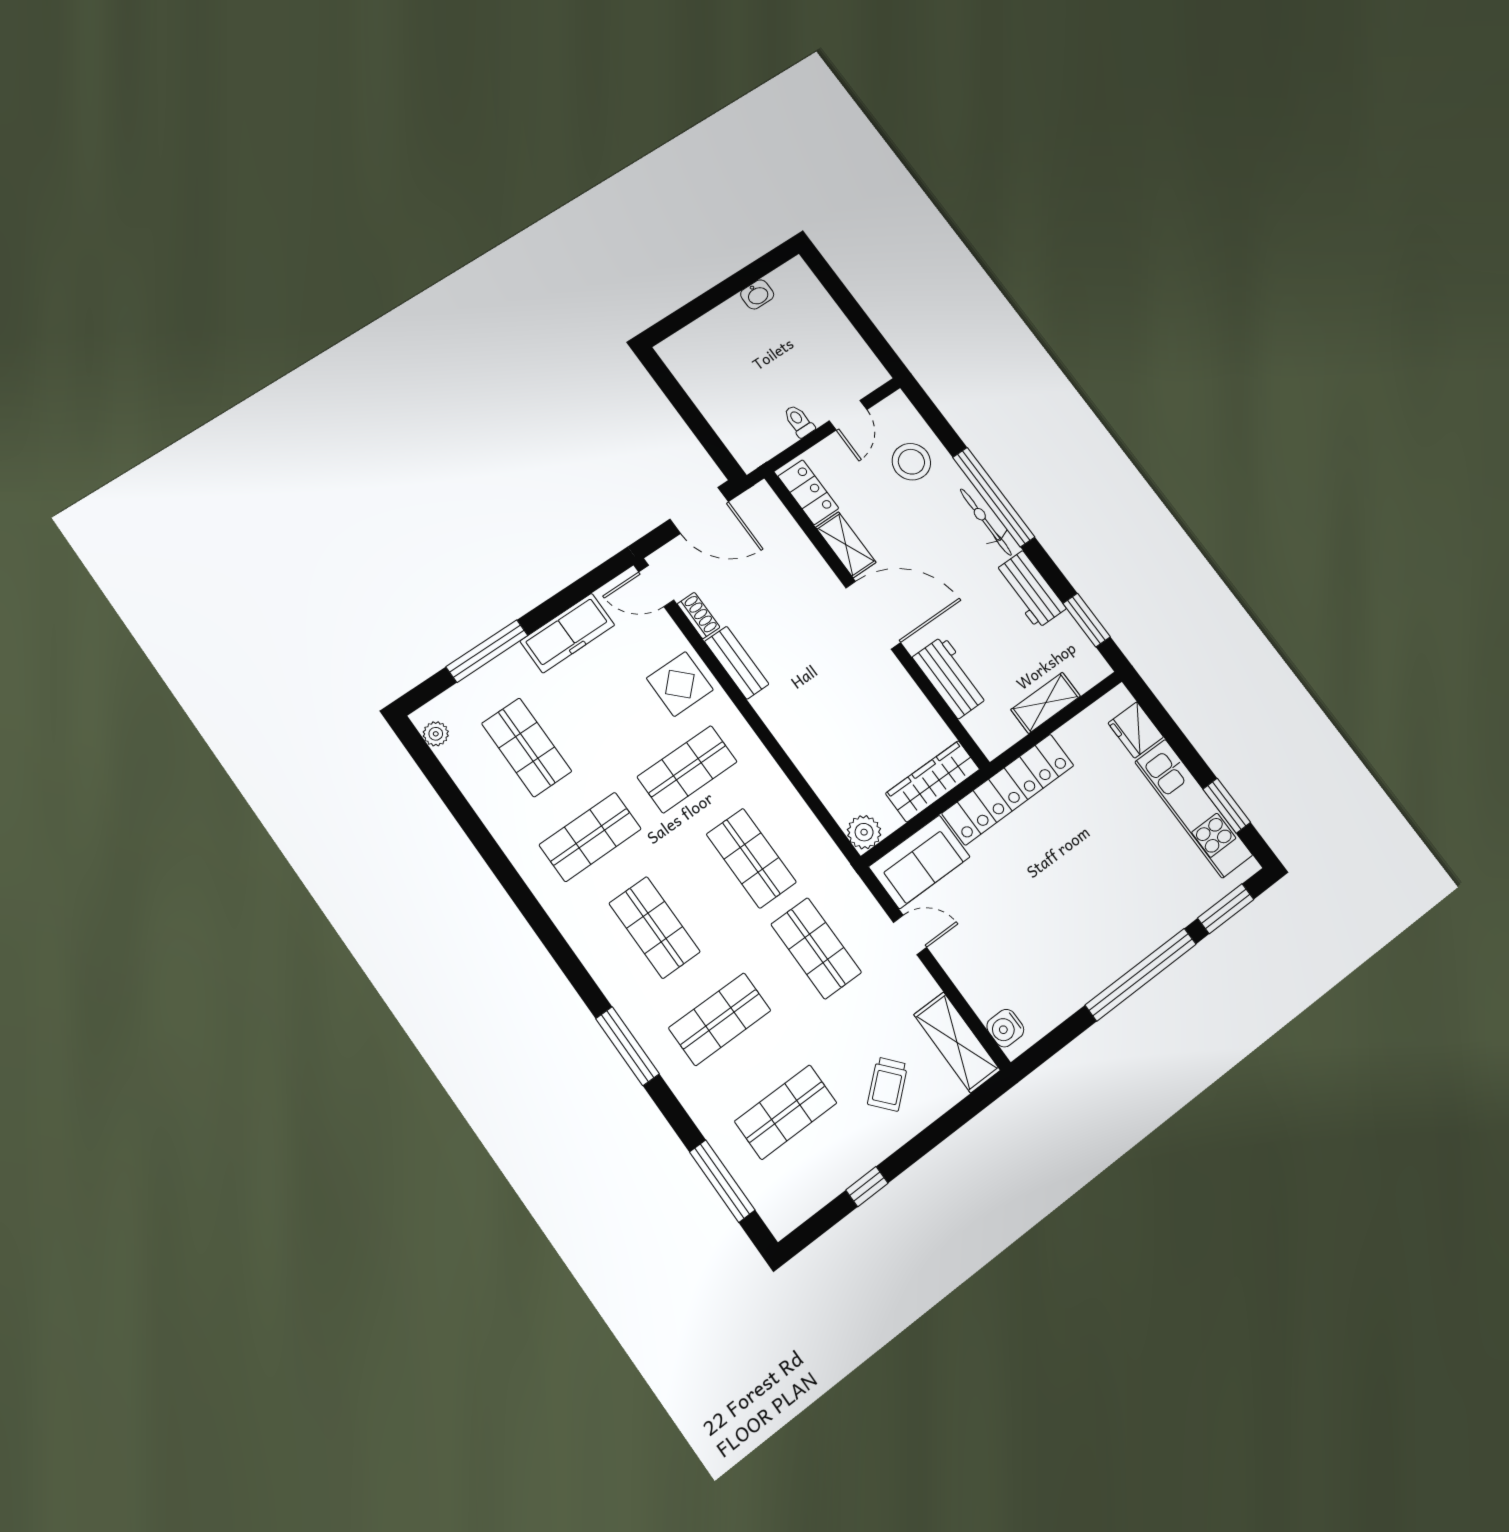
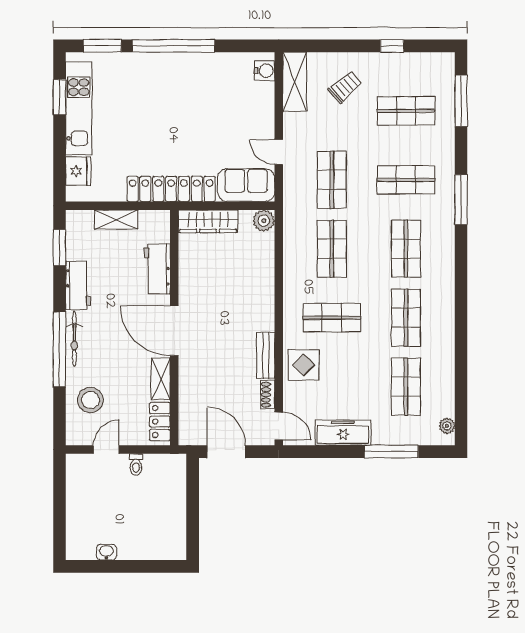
shop shelf: (590, 837) -> (406, 318), turned 90

